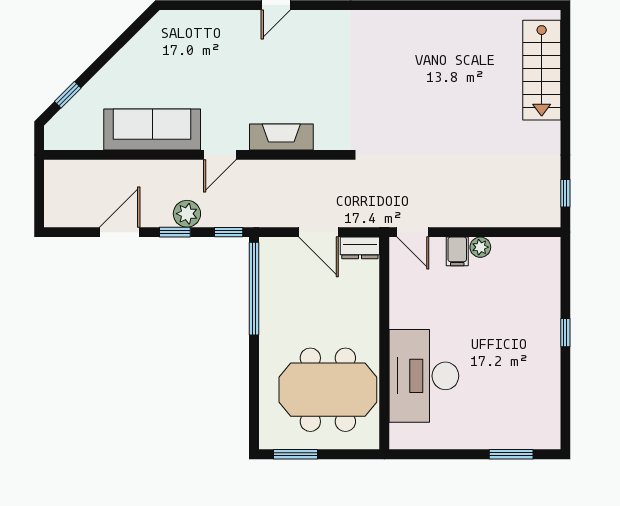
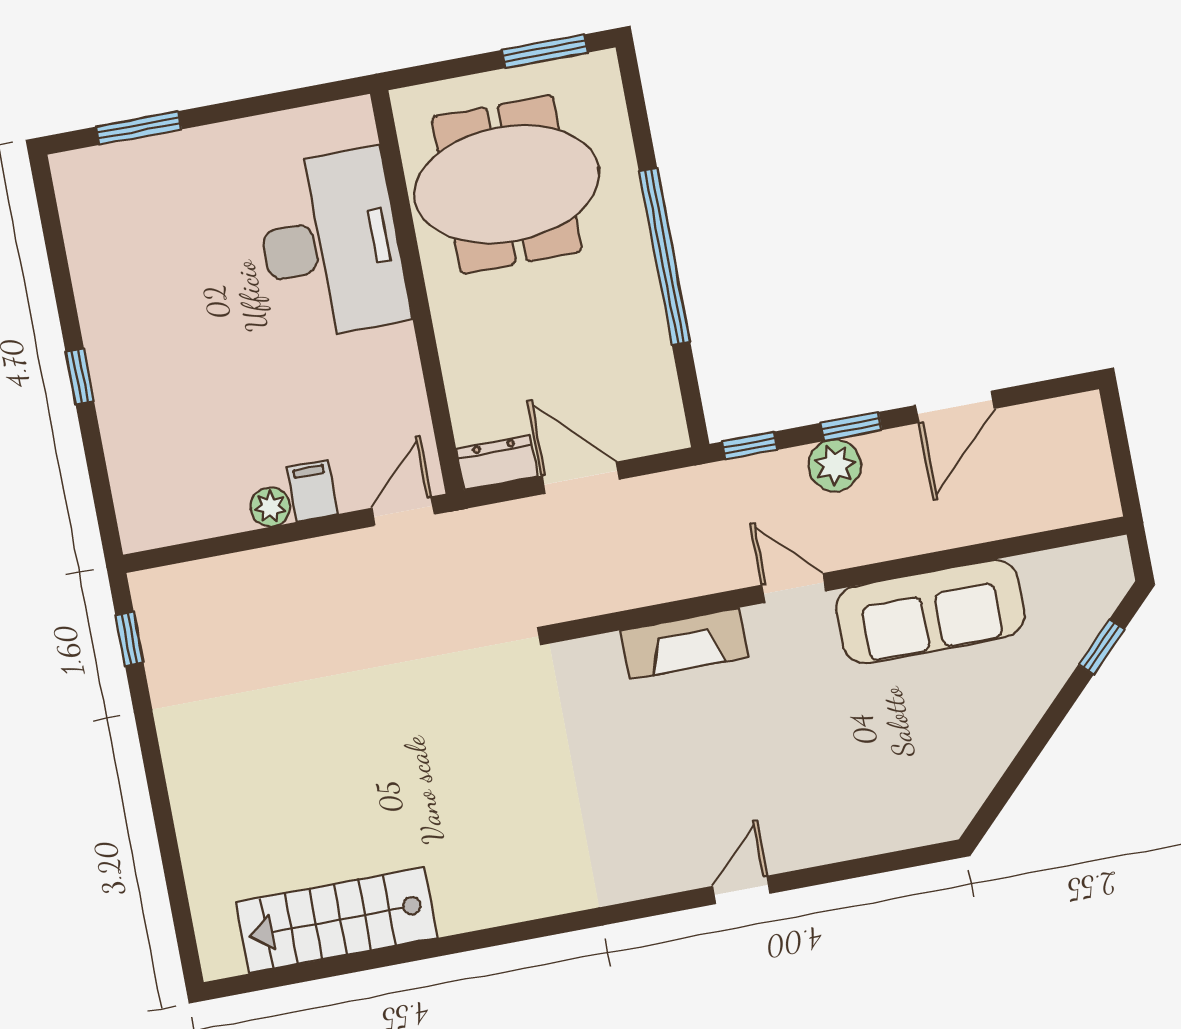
stairs: (542, 70) -> (336, 920), moved, turned -90
door: (220, 155) -> (794, 588), hinge flipped
door: (413, 232) -> (403, 511), hinge flipped
window: (254, 289) -> (665, 256), moved

